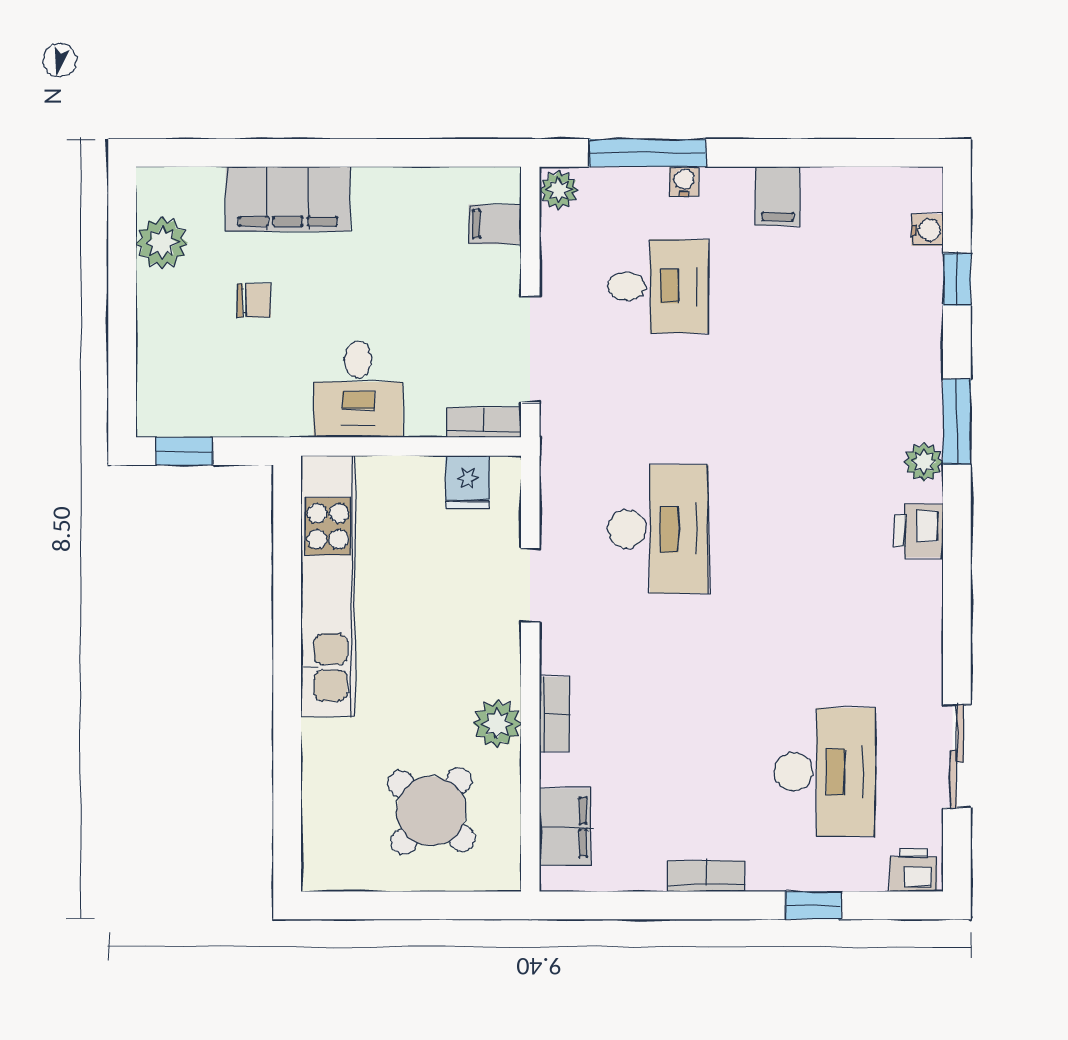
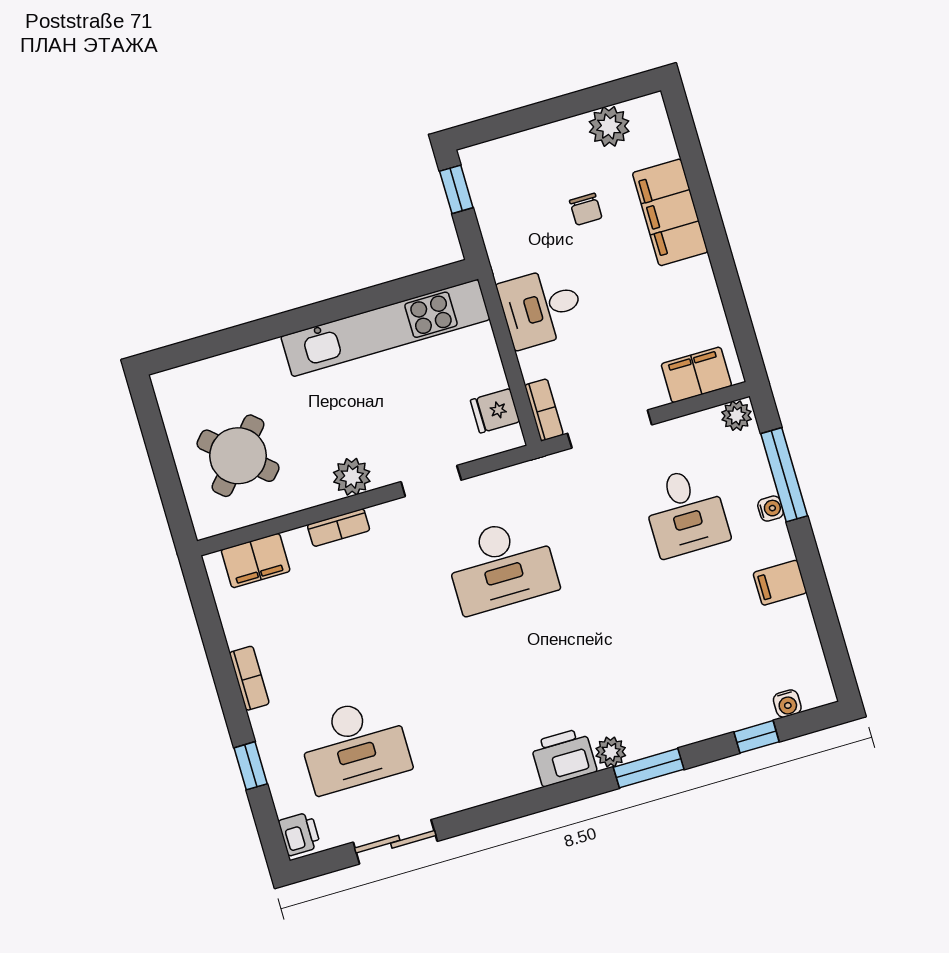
filing cabinet: (495, 224) -> (696, 375), width x2.00
printer: (919, 531) -> (564, 757), width x1.36, depth x1.24
plant: (497, 724) -> (352, 477), moved

